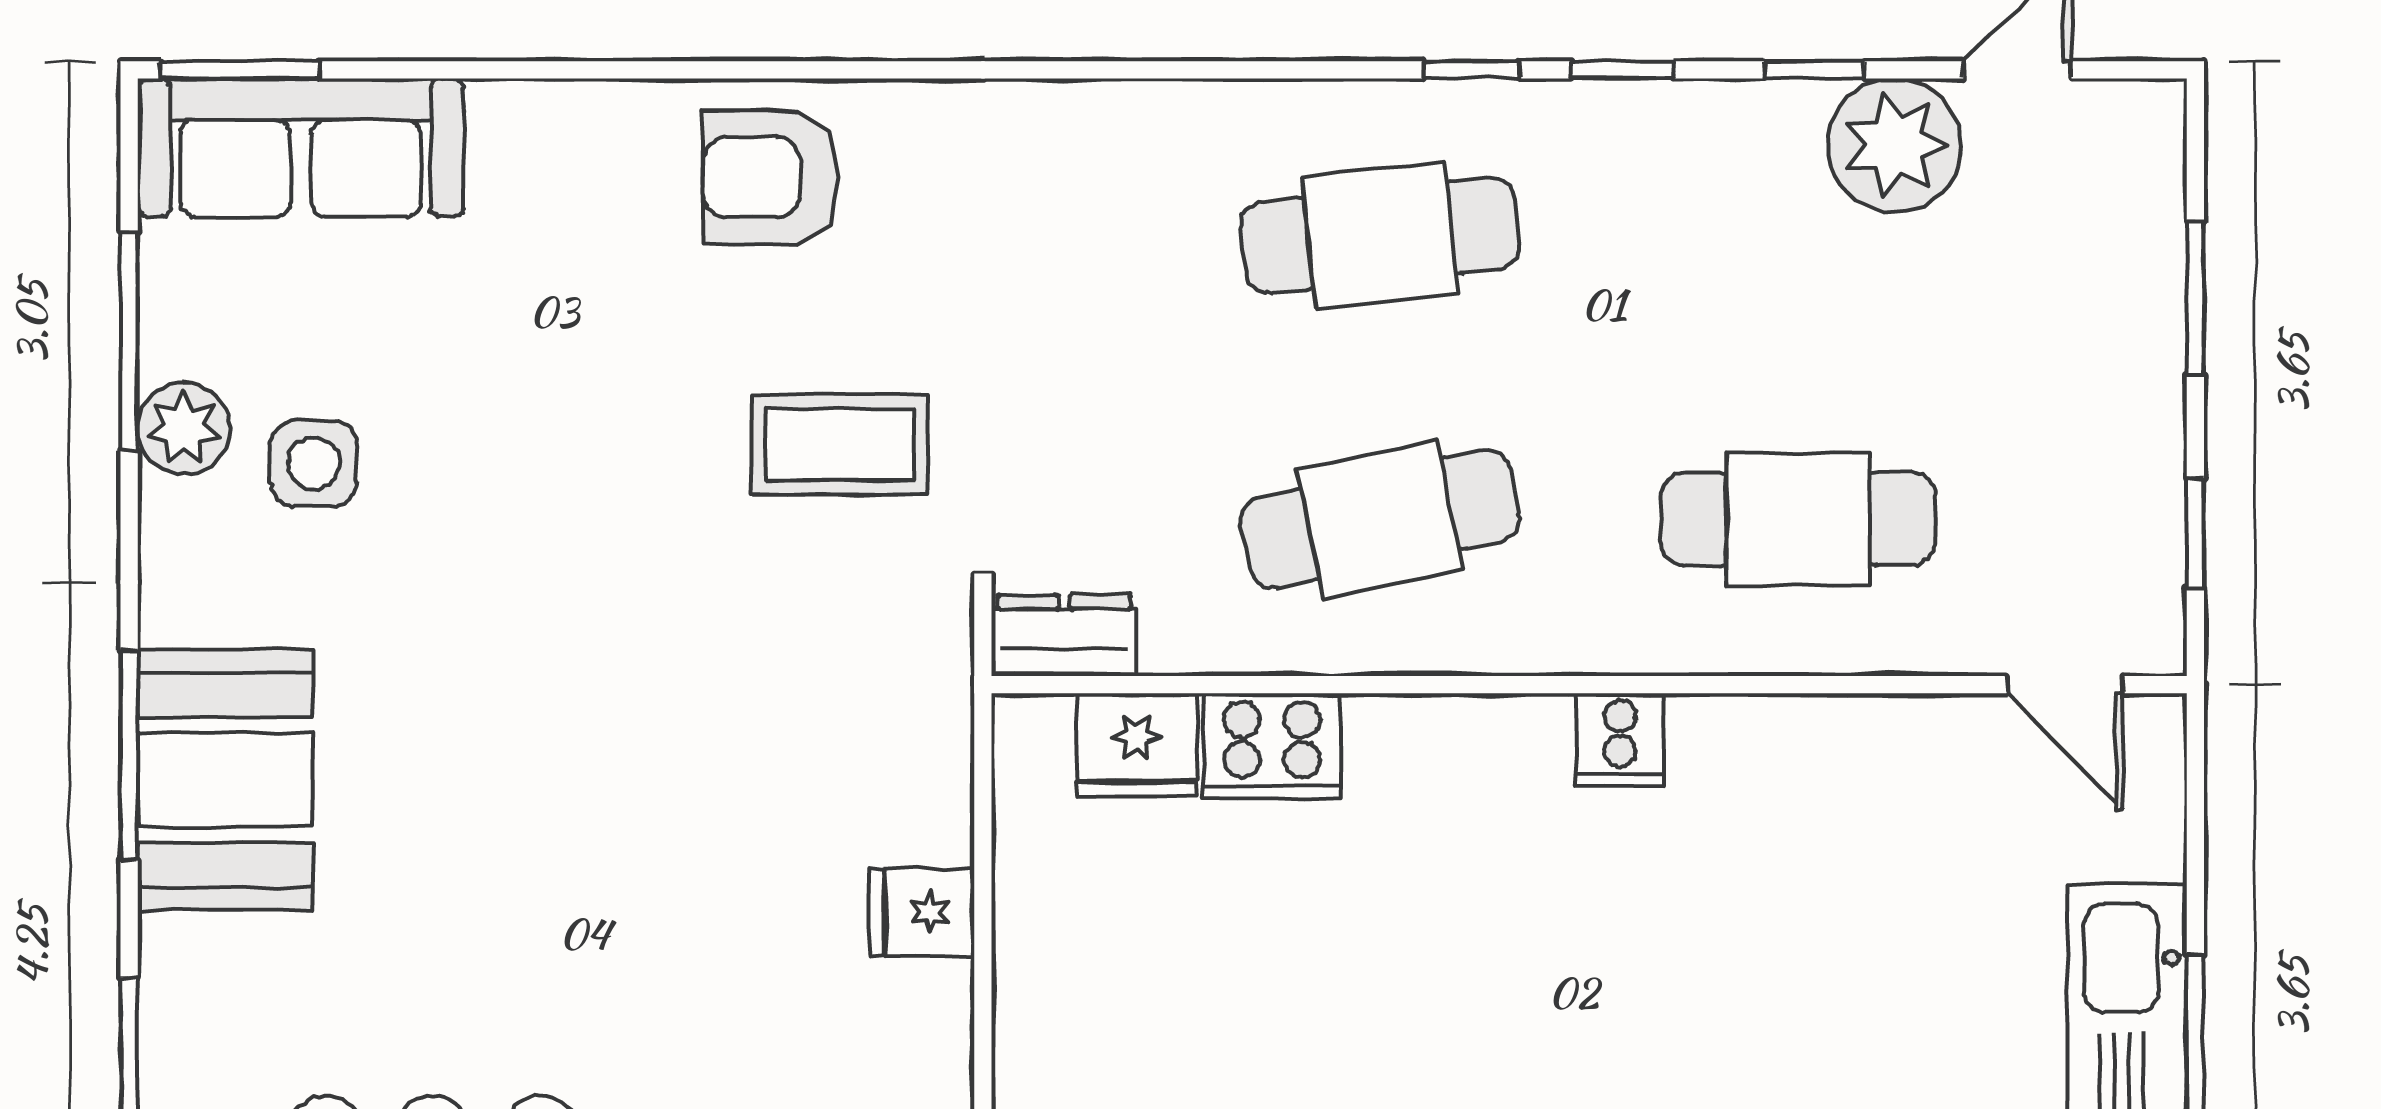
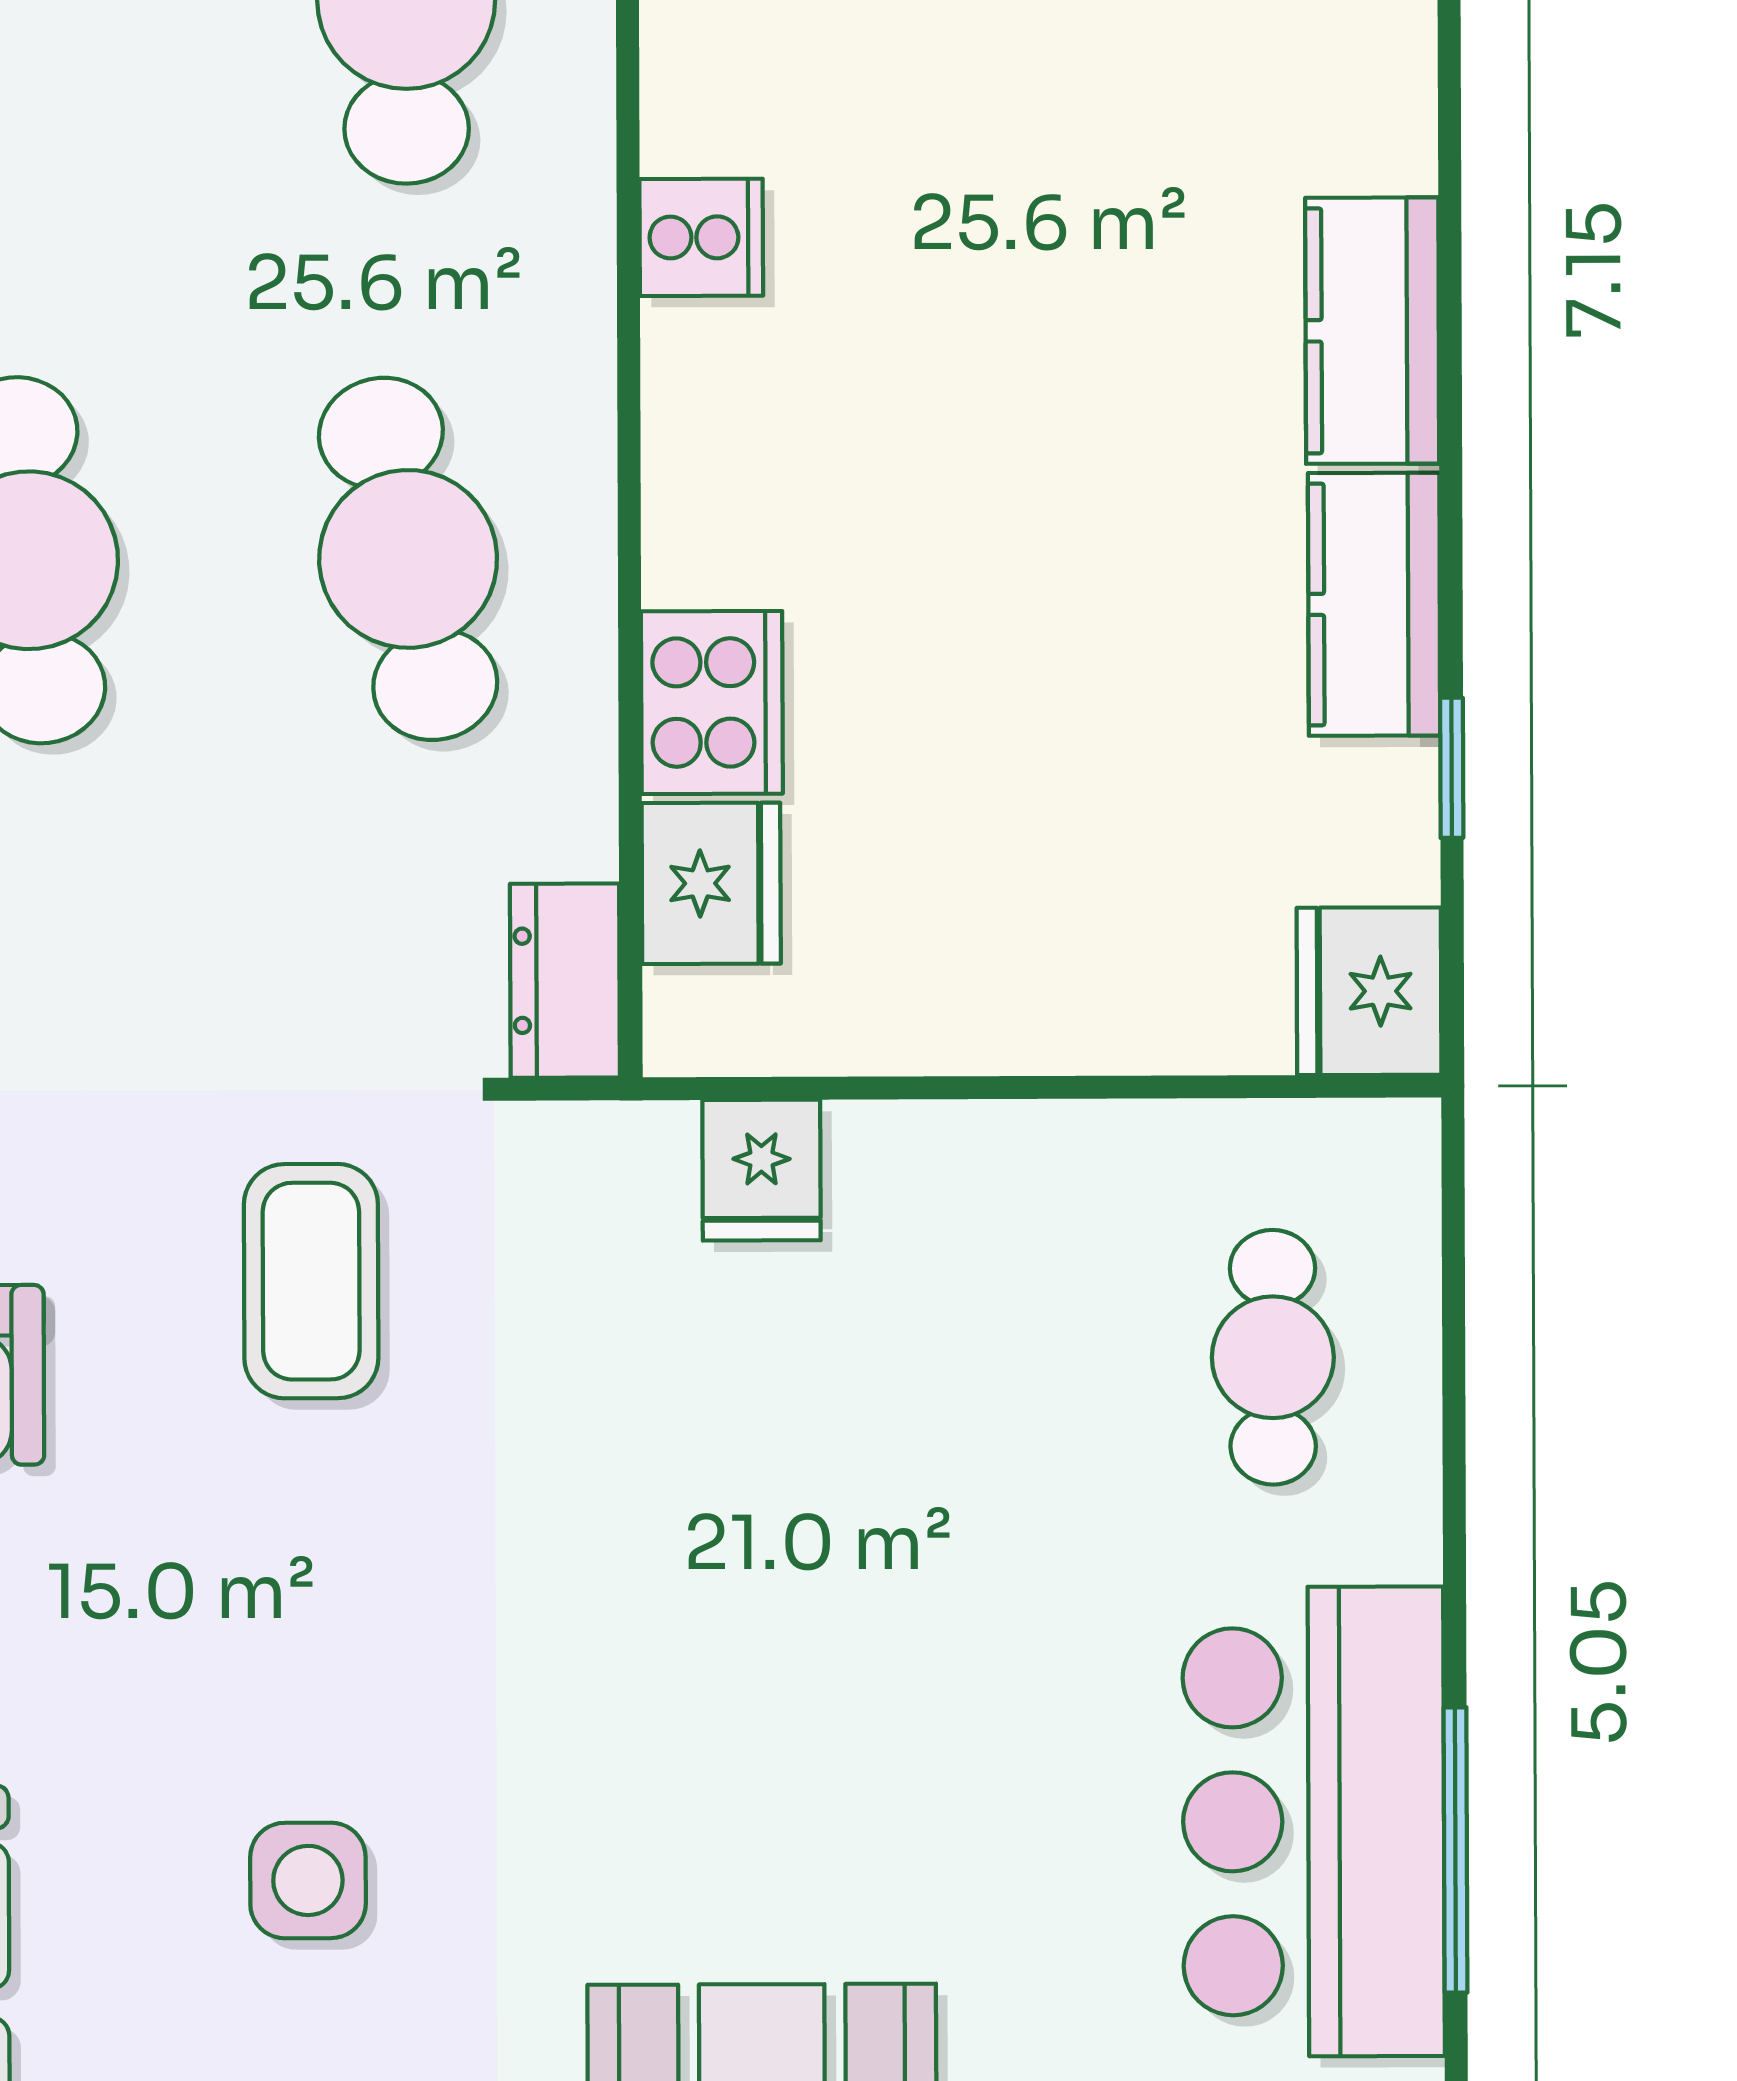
side table: (314, 464) -> (308, 1880), moved
fridge: (922, 912) -> (761, 1170), moved

